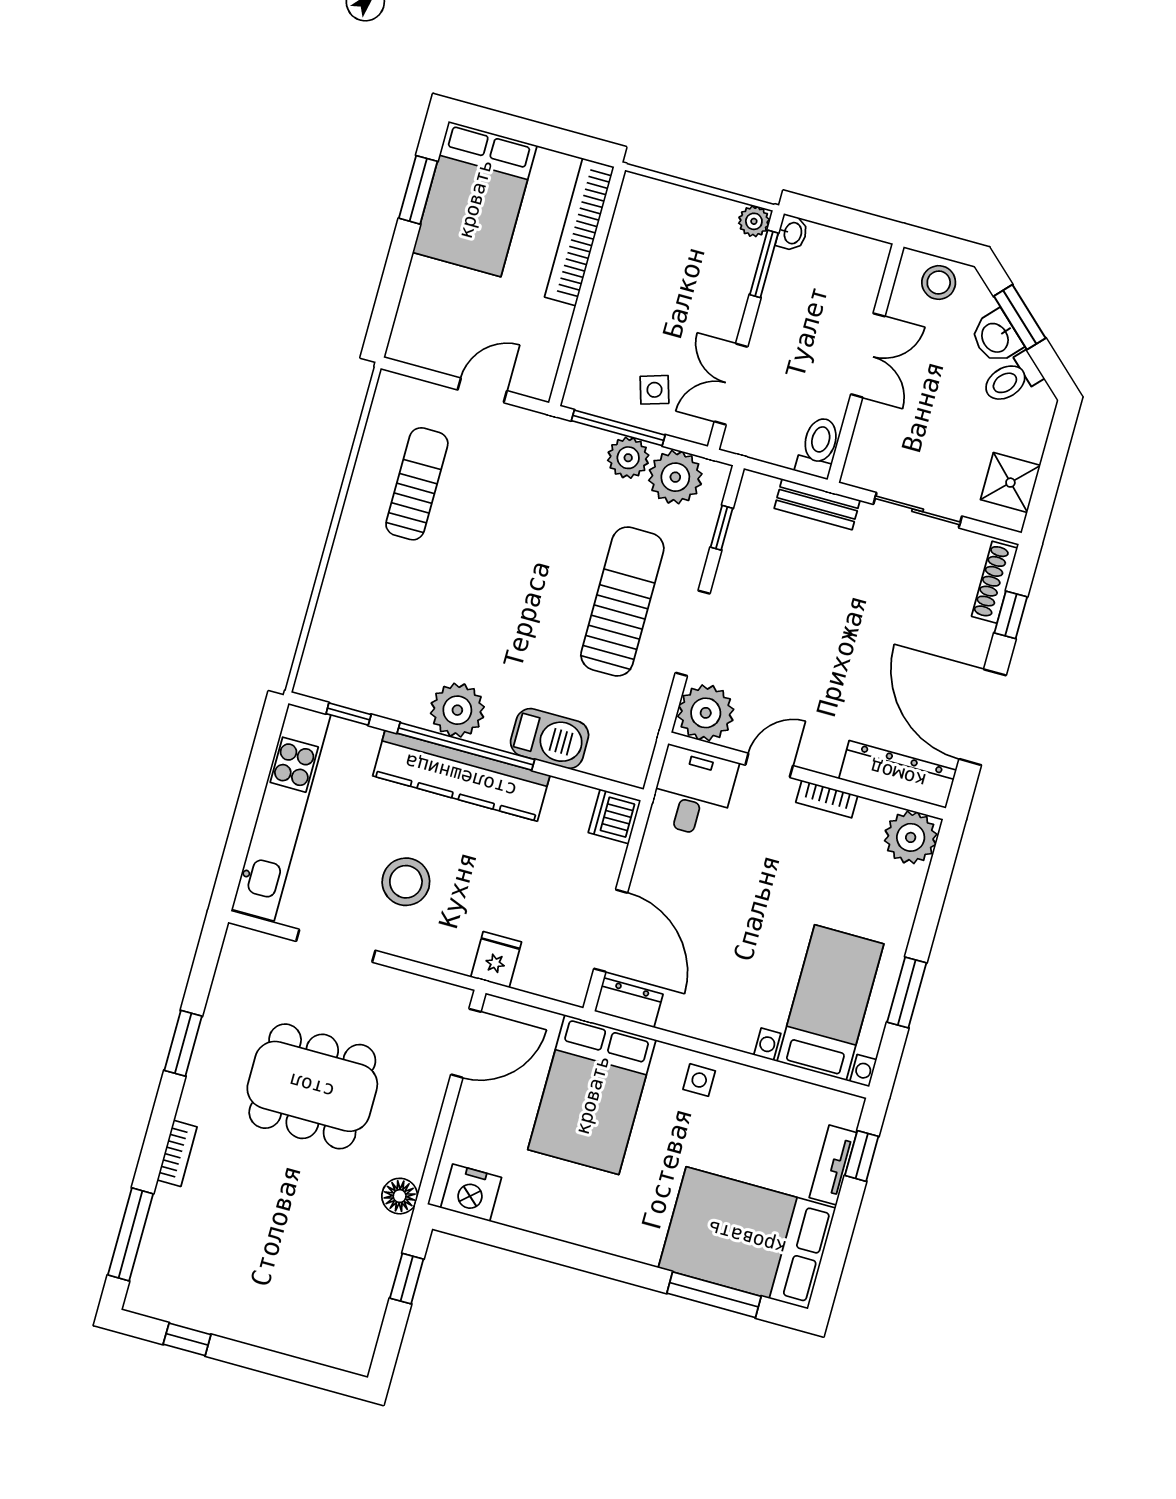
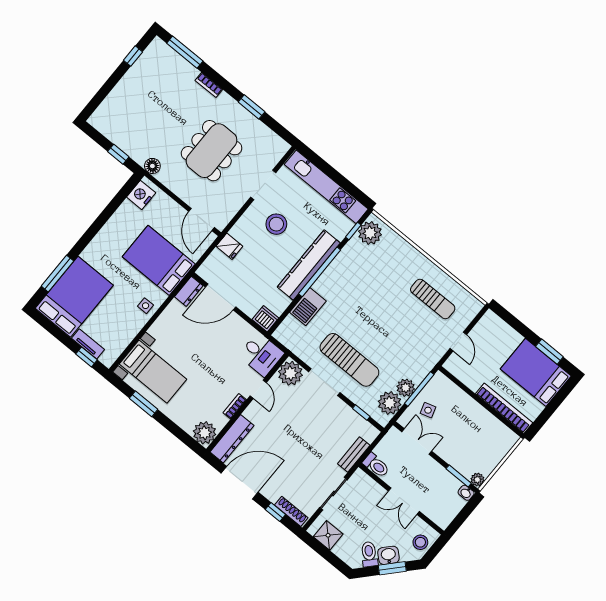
plant: (457, 710) -> (370, 233), moved

